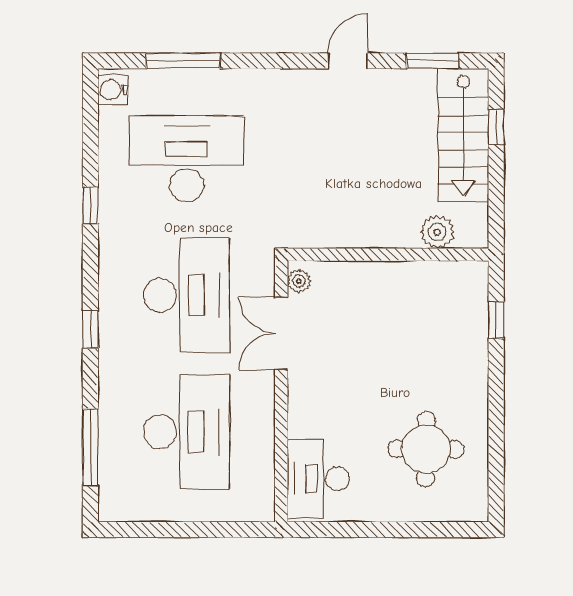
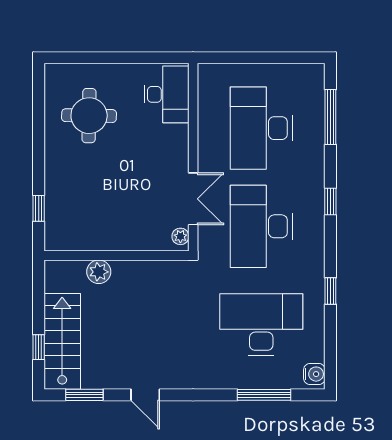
door: (348, 61) -> (145, 395), hinge flipped
desk: (187, 159) -> (261, 325), turned 180
plant: (437, 232) -> (99, 272), moved

